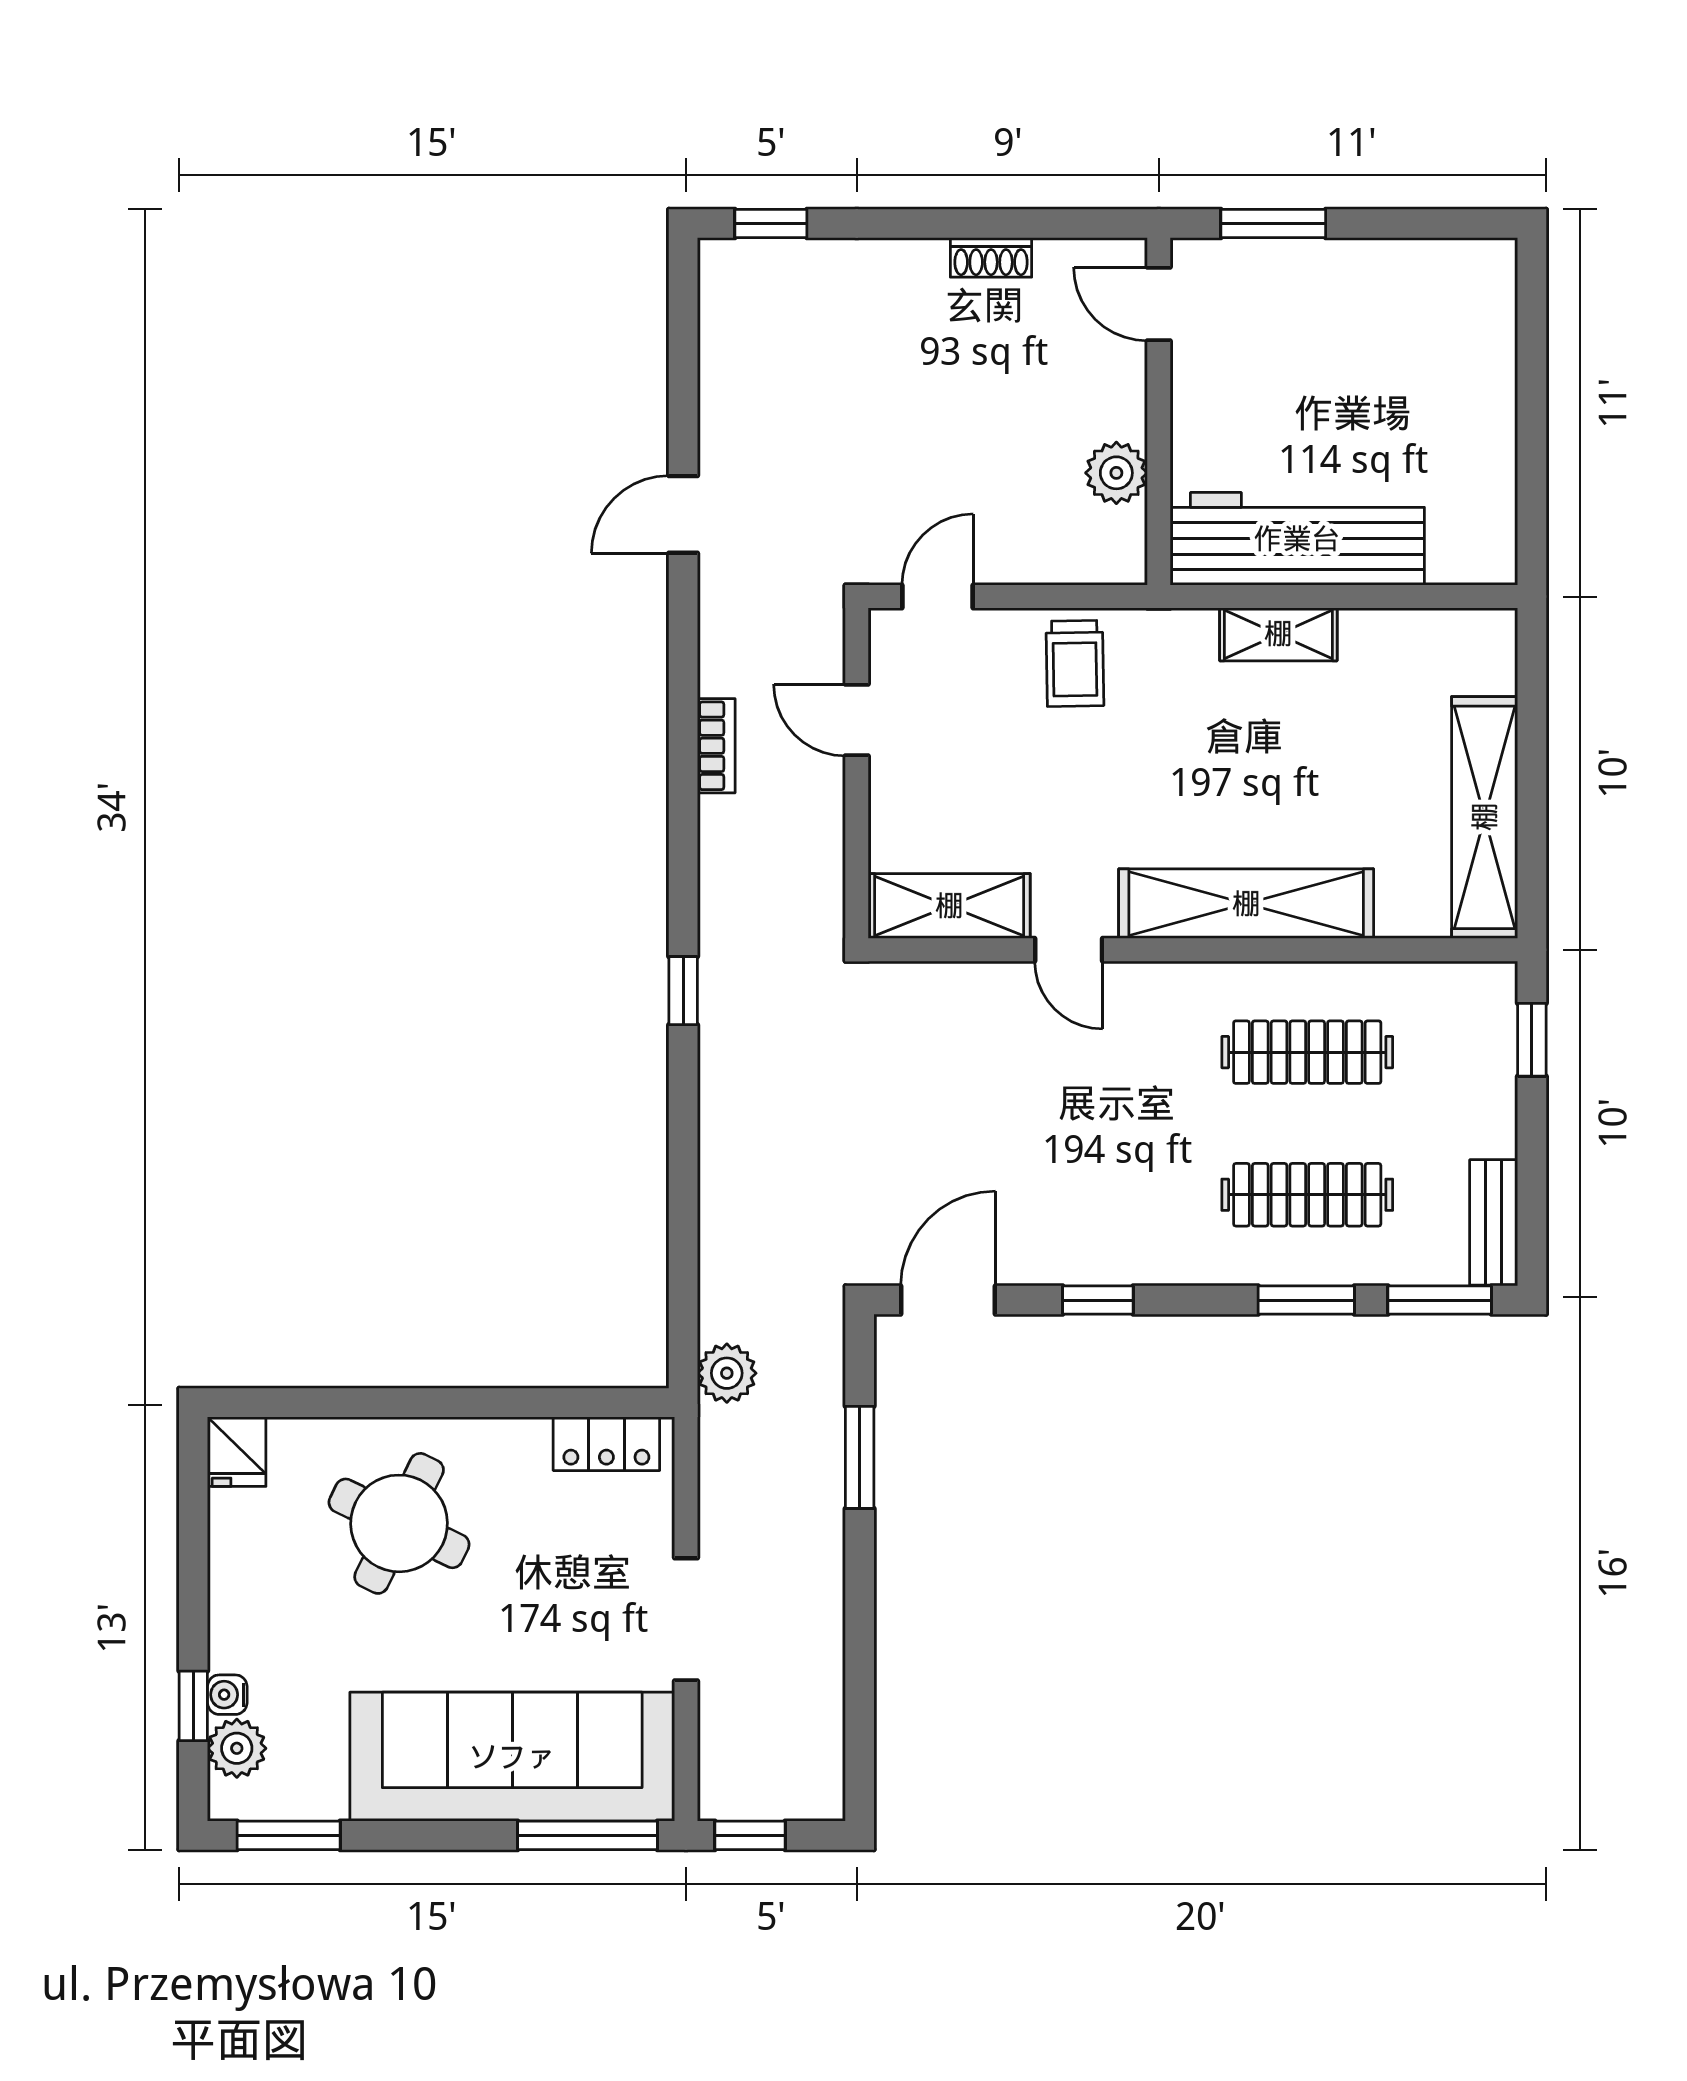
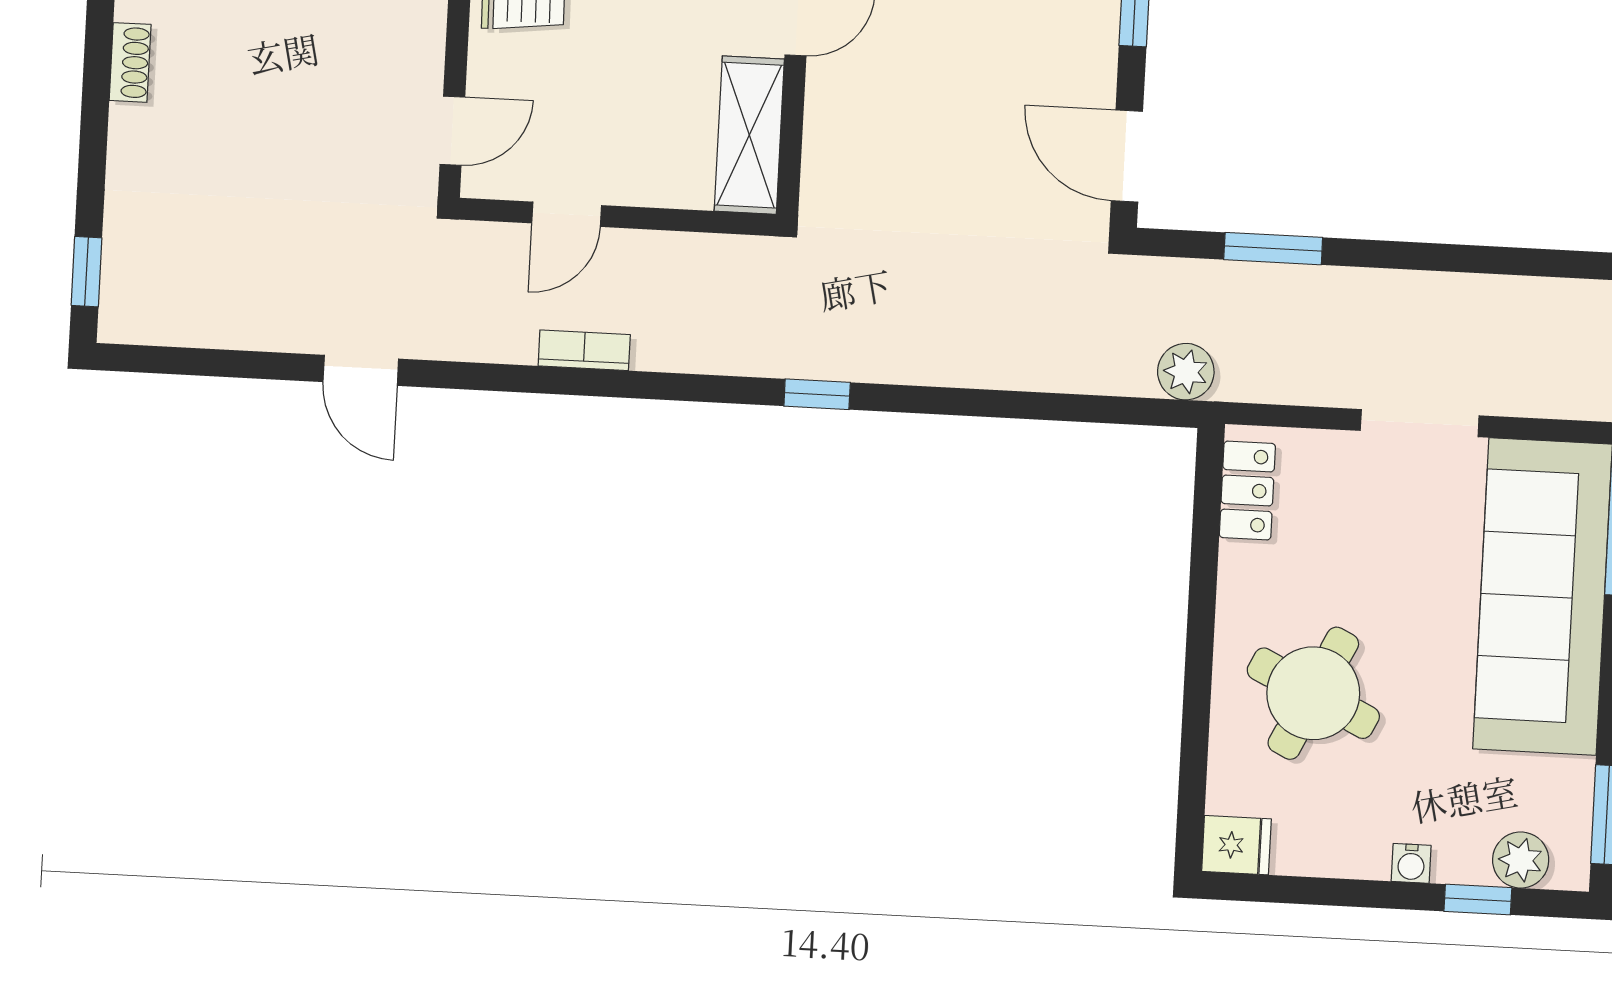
door: (938, 597) -> (452, 131), swing flipped
water cooler: (227, 1695) -> (1411, 863), moved

